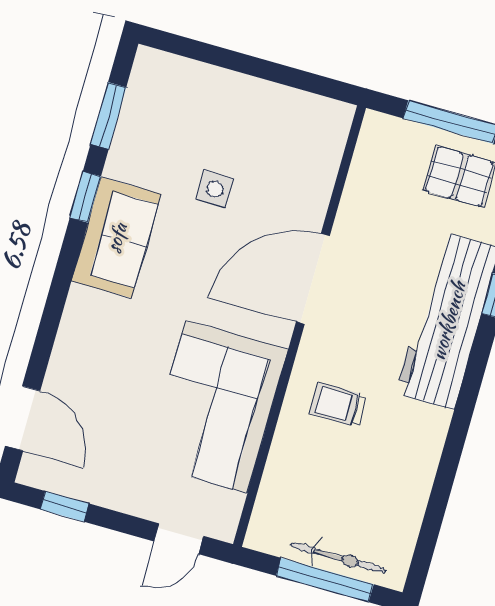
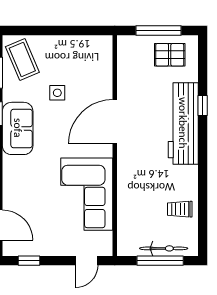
coffee table: (164, 103) -> (22, 59), added
trolley: (338, 405) -> (180, 209), moved

